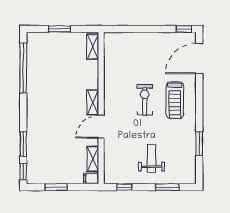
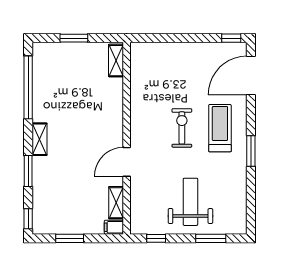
treadmill: (175, 100) -> (220, 128), turned 180
shelving: (93, 102) -> (39, 139), moved
window: (23, 144) -> (28, 171), moved
window: (199, 144) -> (251, 151), moved
weight bench: (152, 158) -> (190, 202), width x1.36, depth x1.33

